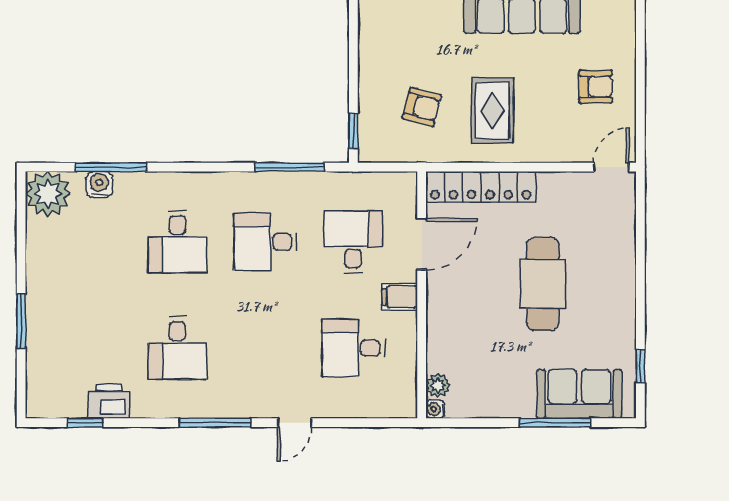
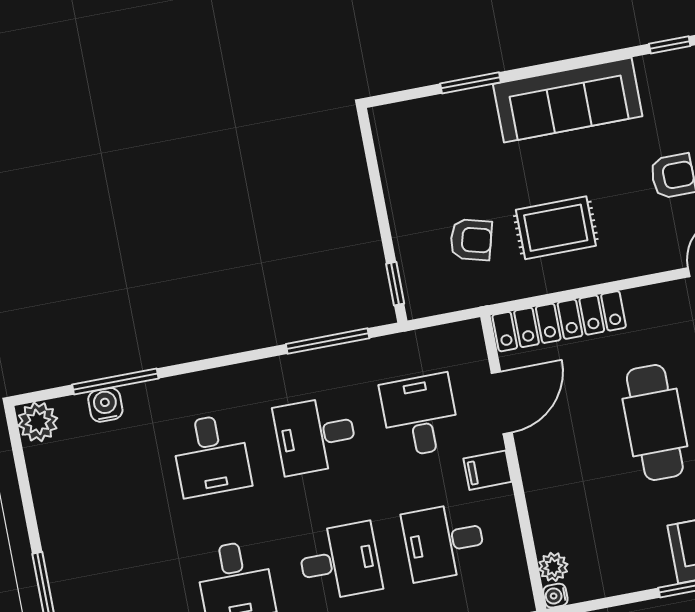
rug: (492, 110) -> (556, 228), turned 90
plant: (48, 194) -> (38, 422), width x0.73, depth x0.73
desk: (265, 348) -> (340, 562), added

